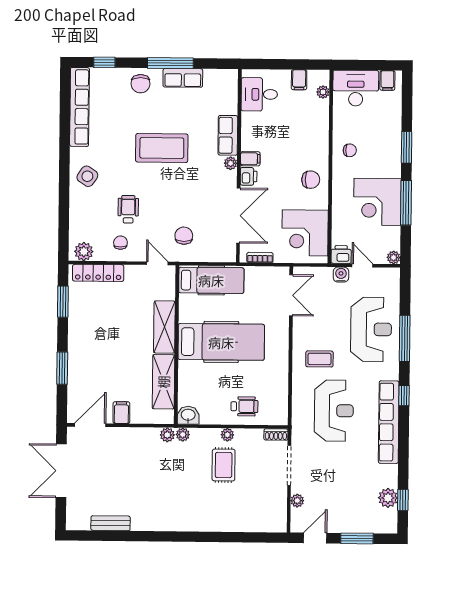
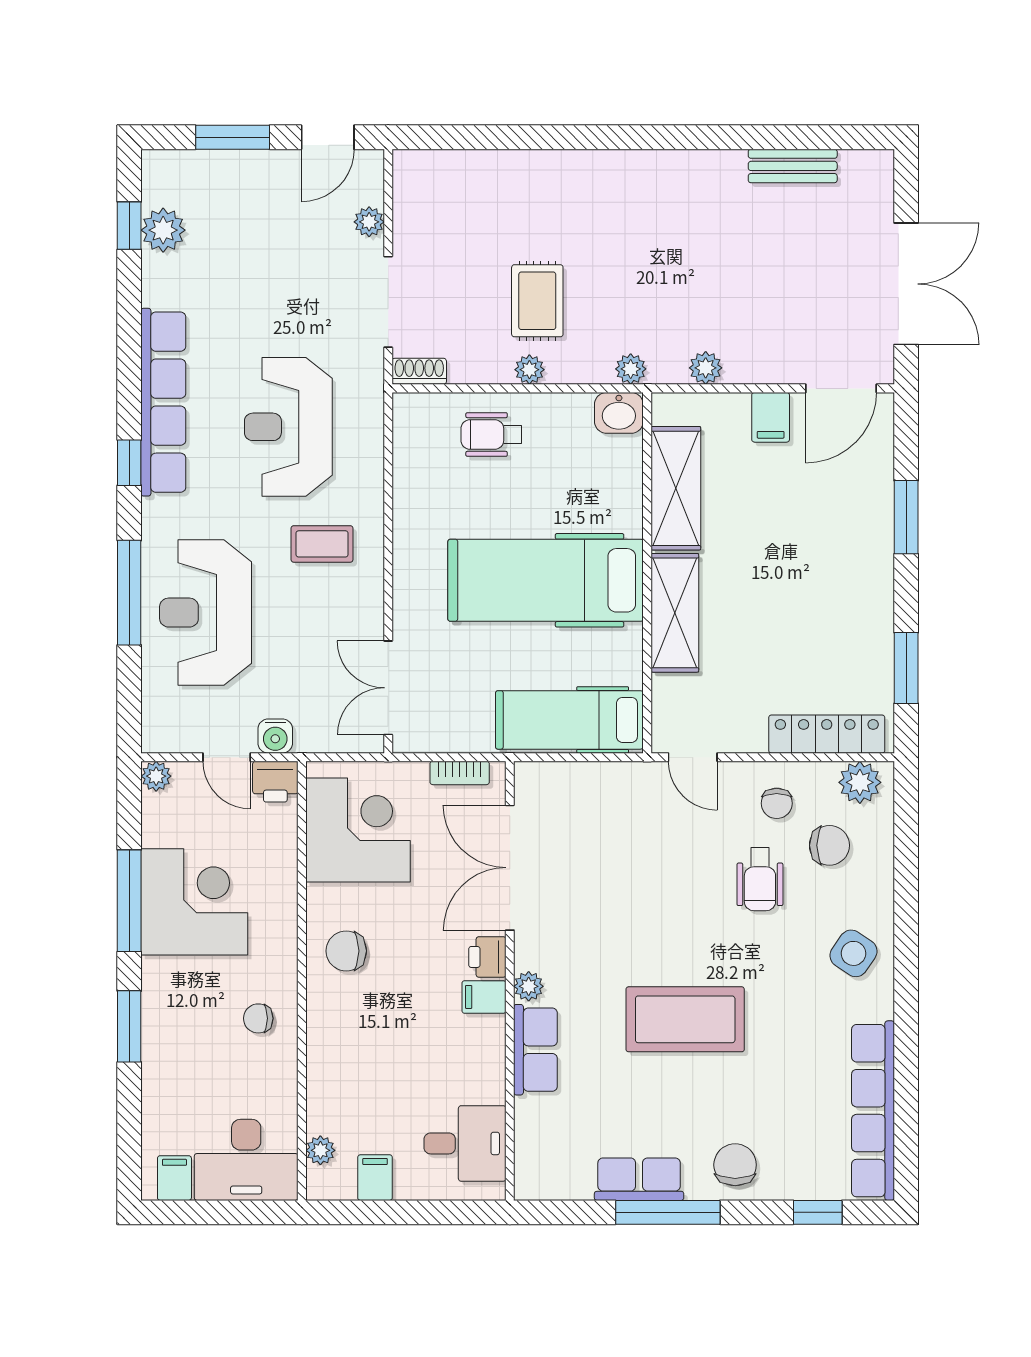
chair: (184, 236) -> (829, 845), moved, turned -90
plant: (167, 435) -> (706, 368), moved

